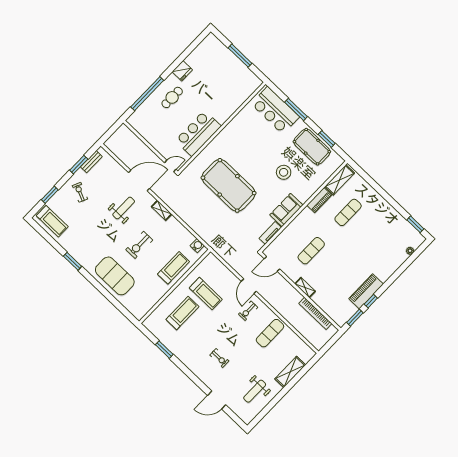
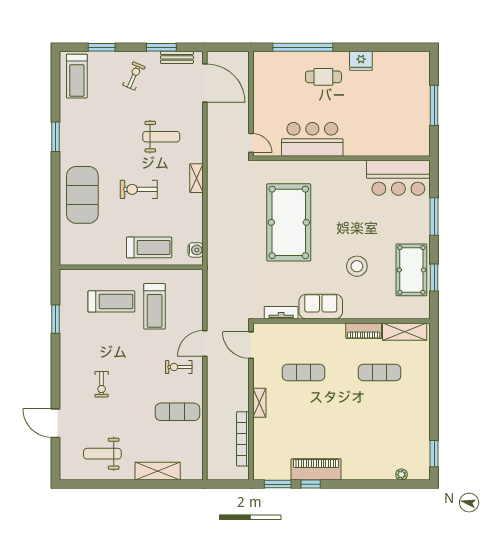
bar counter: (275, 110) -> (398, 178), moved, turned -90
door: (139, 181) -> (205, 83), moved

